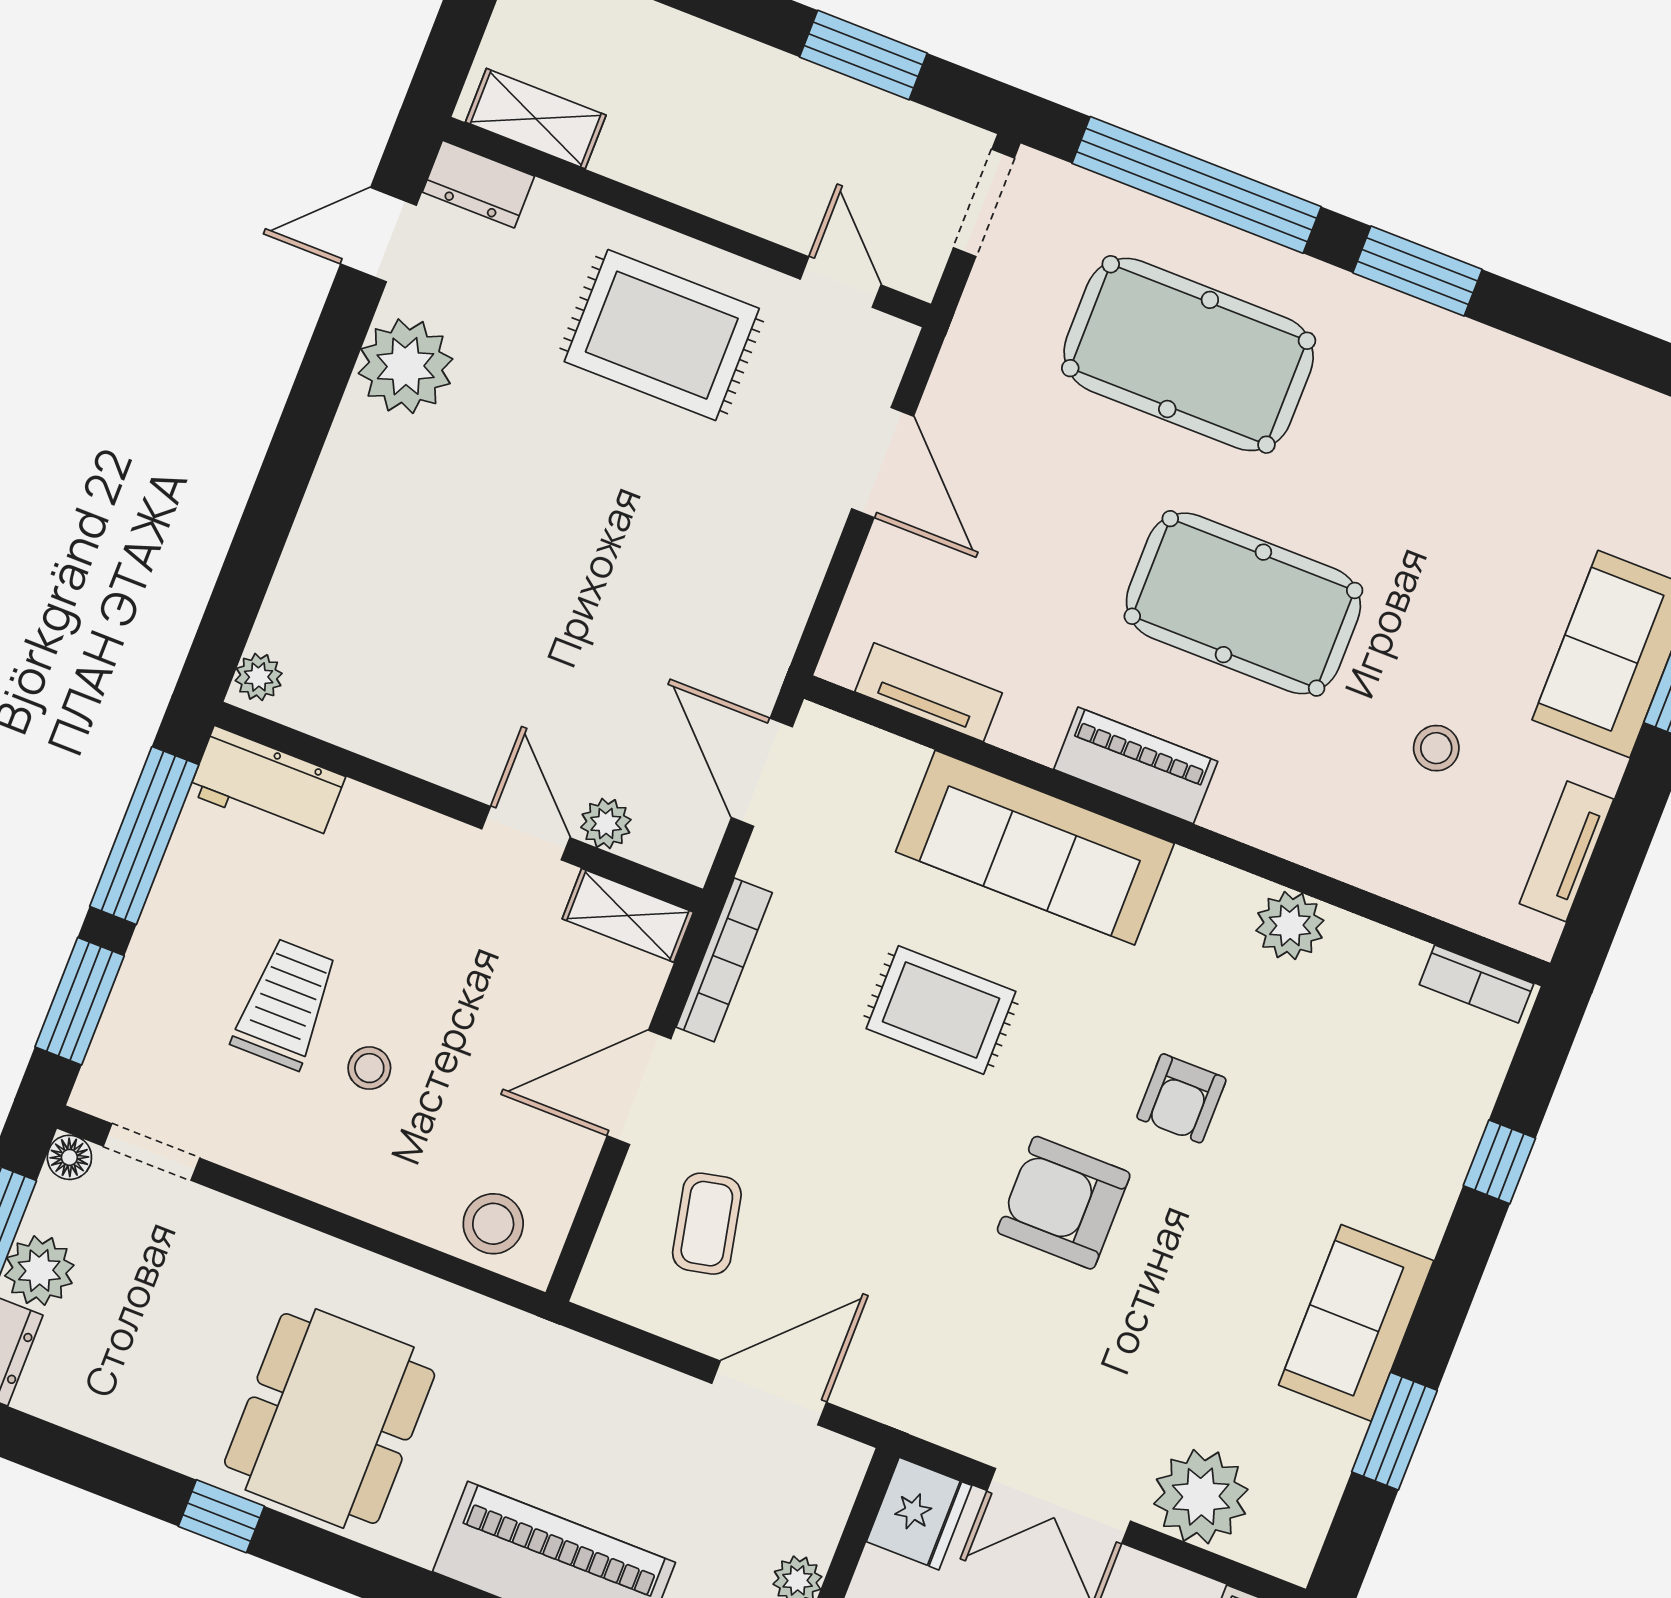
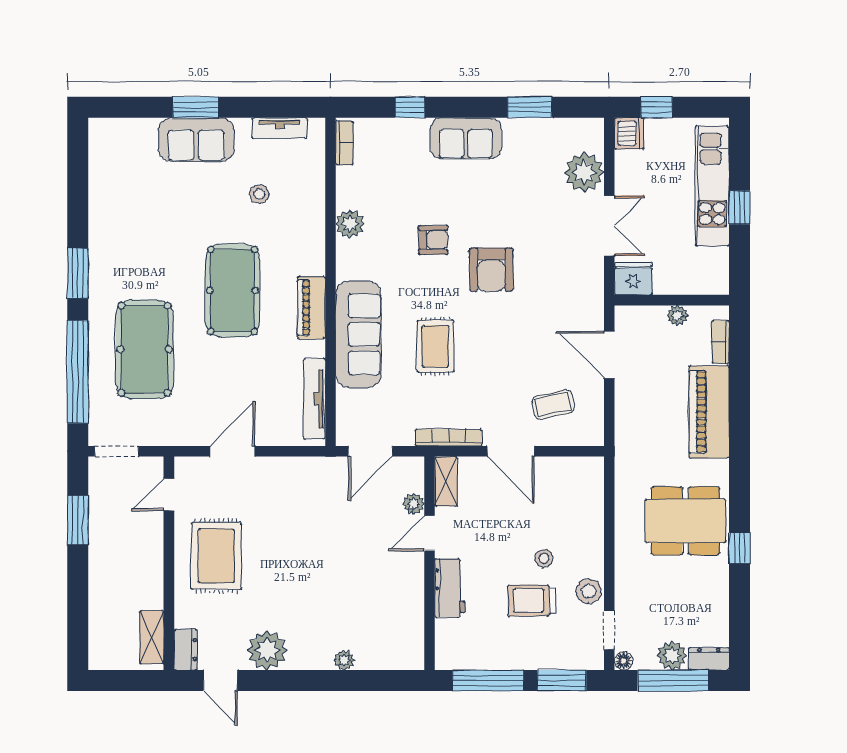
plant: (259, 677) -> (344, 660), moved
tv unit: (929, 692) -> (314, 399), width x1.41
workbench: (267, 785) -> (450, 588), moved
stool: (493, 1224) -> (589, 591), moved
sofa: (1356, 1323) -> (466, 138), moved

